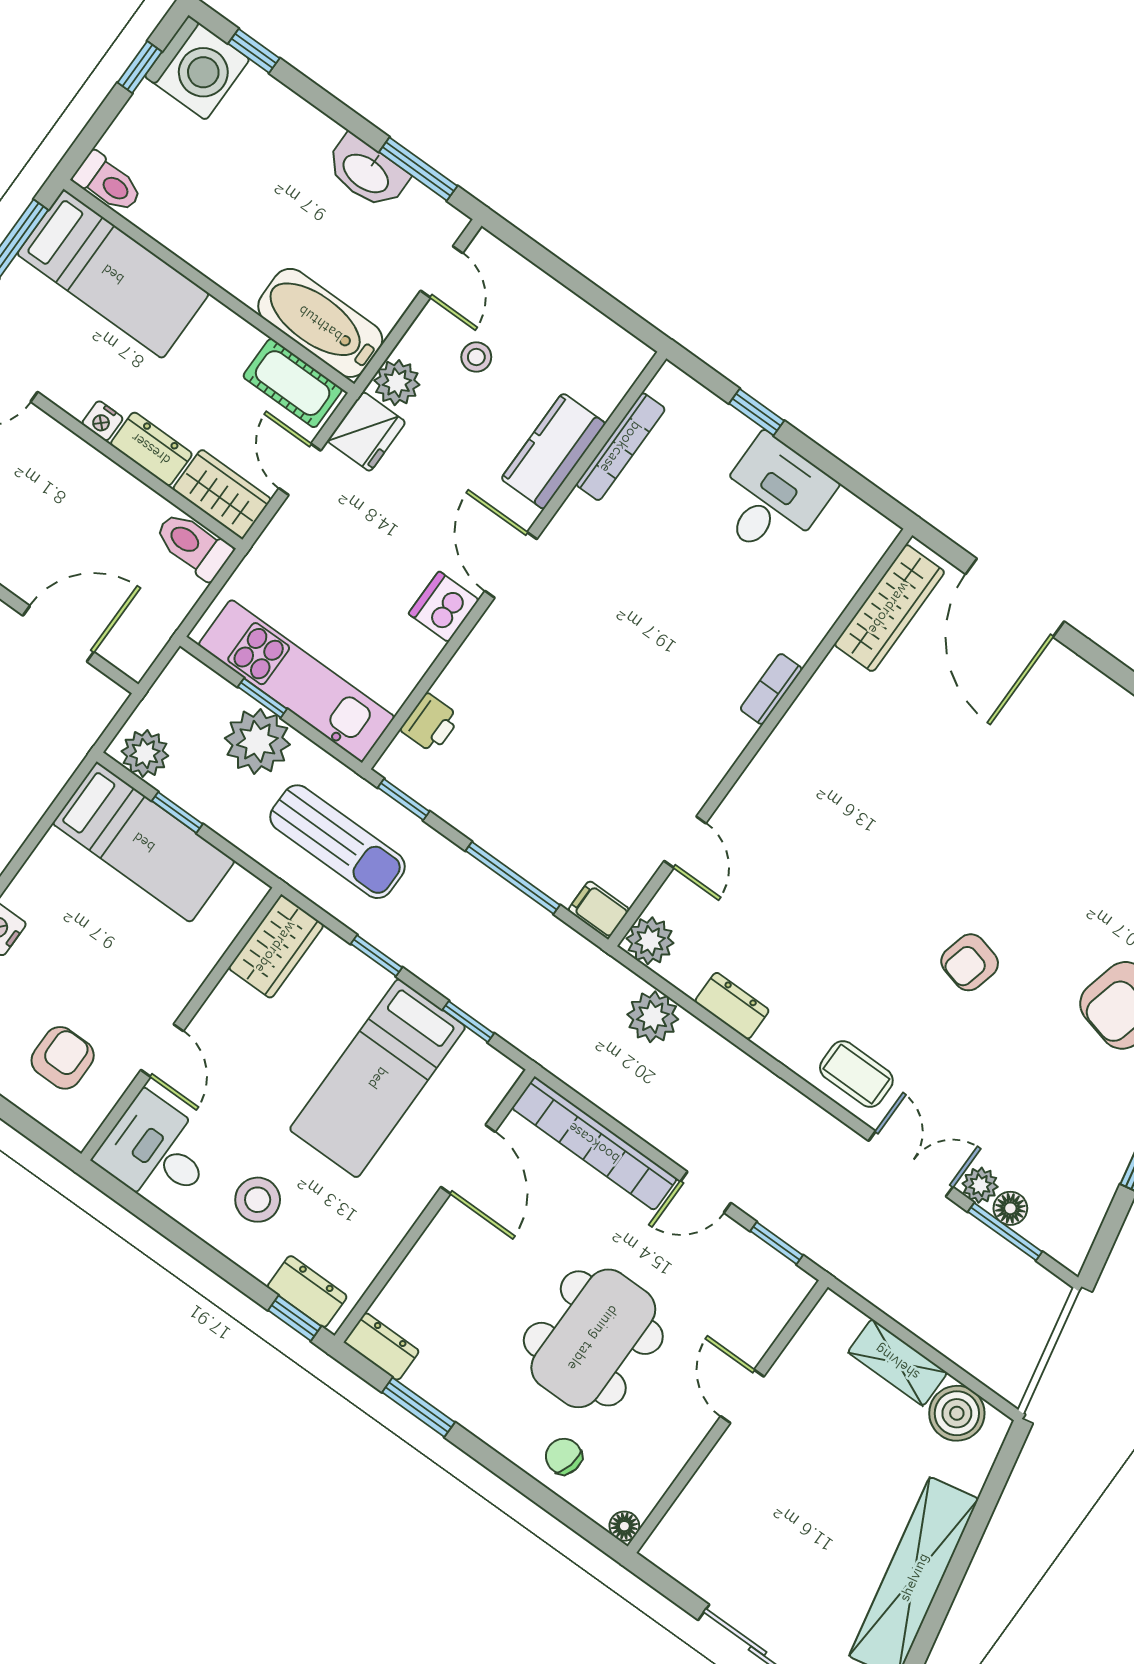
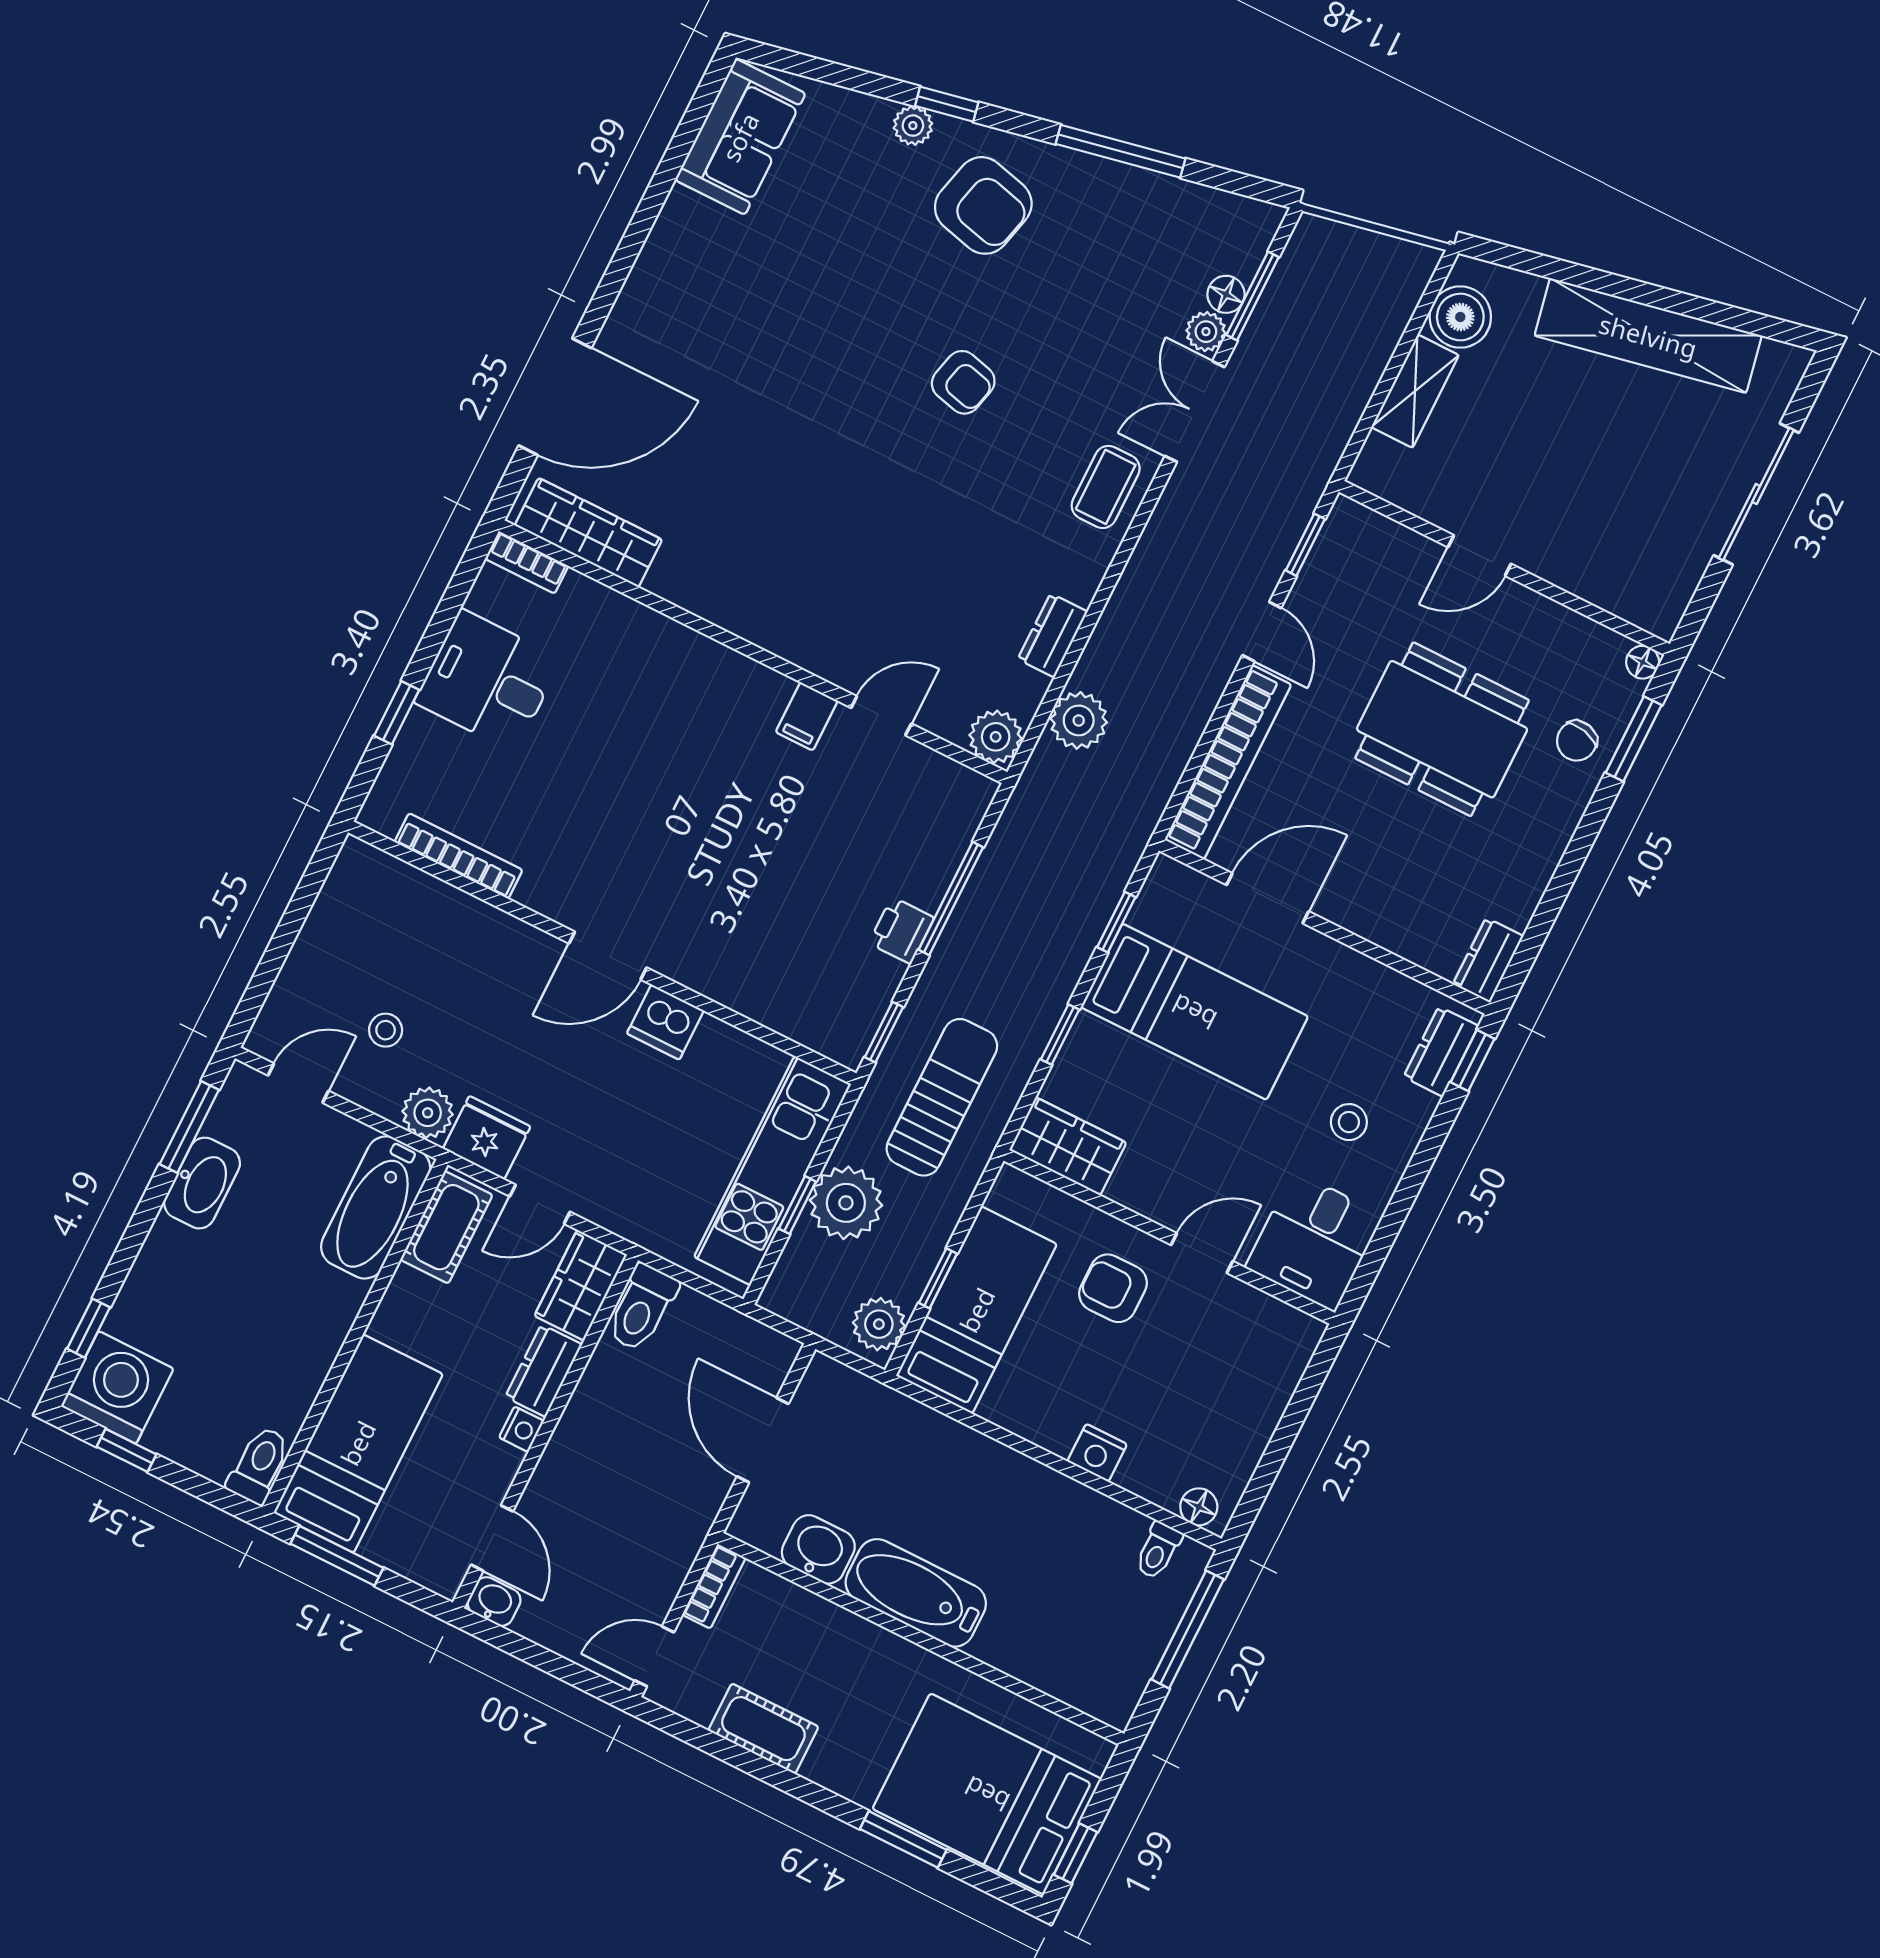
kitchen counter: (553, 451) -> (475, 929), removed
bookcase: (771, 689) -> (527, 562), moved
printer: (430, 723) -> (901, 930), moved, turned -90
filing cabinet: (599, 910) -> (807, 716), moved
armchair: (63, 1058) -> (1113, 1288), moved
stool: (258, 1200) -> (1349, 1122), width x0.73, depth x0.73
window: (418, 1407) -> (1634, 739), moved

